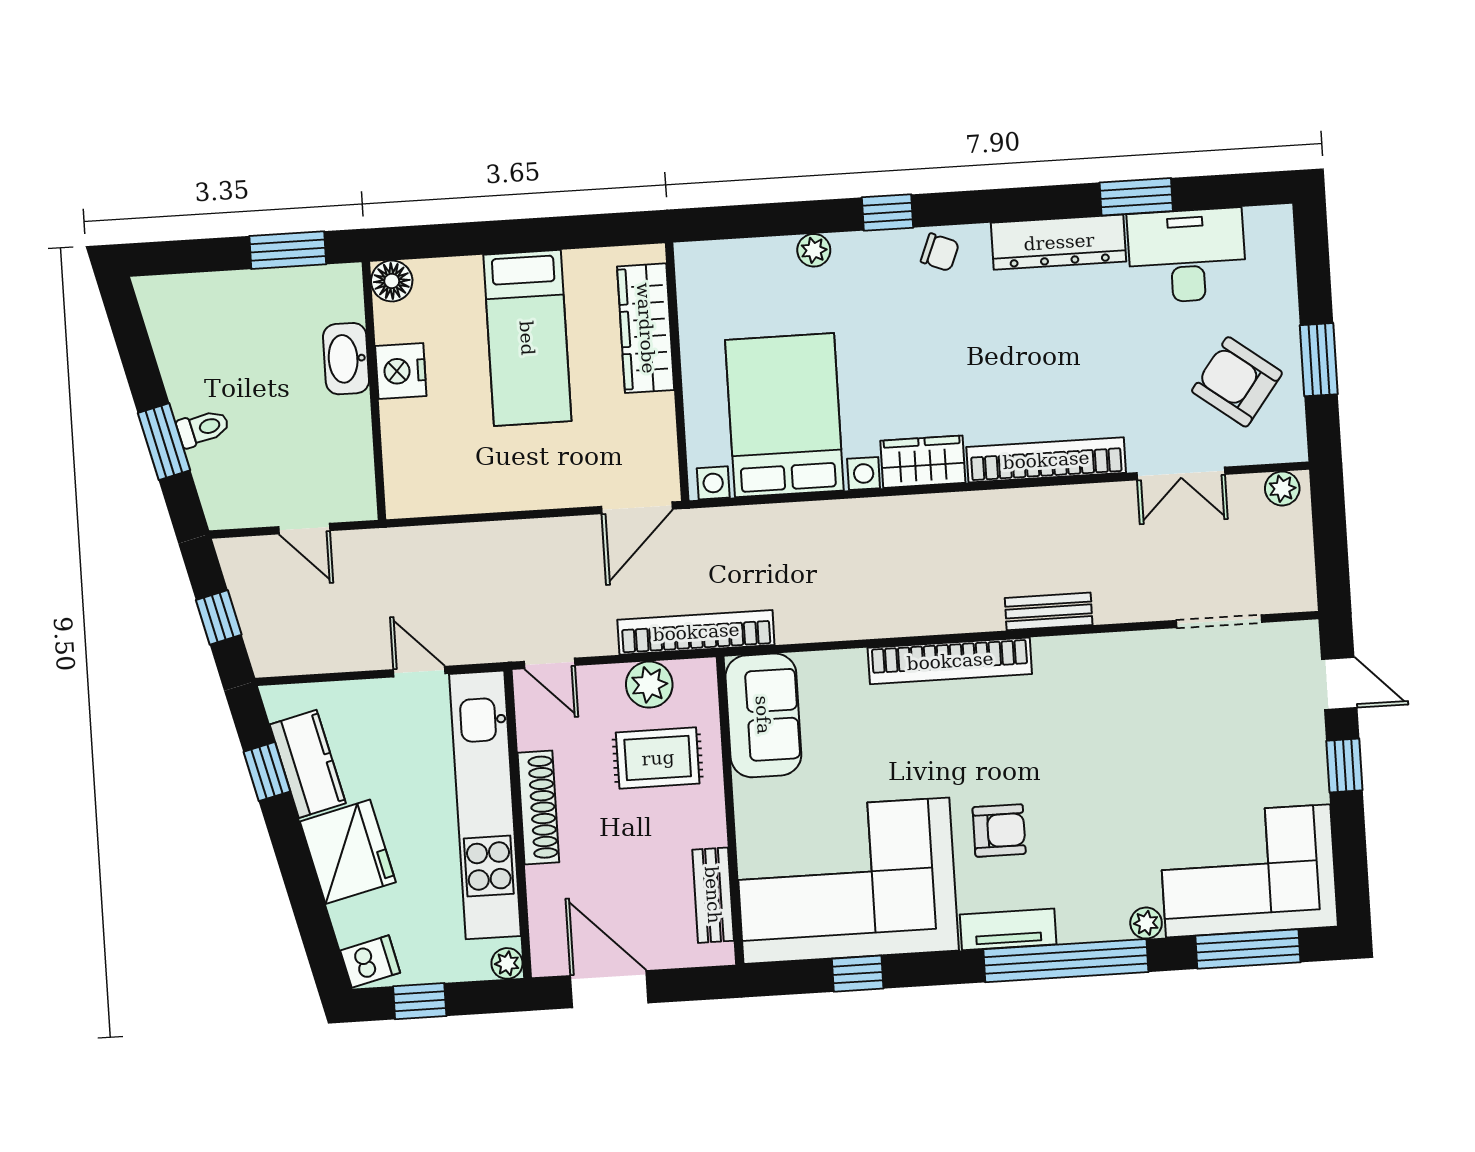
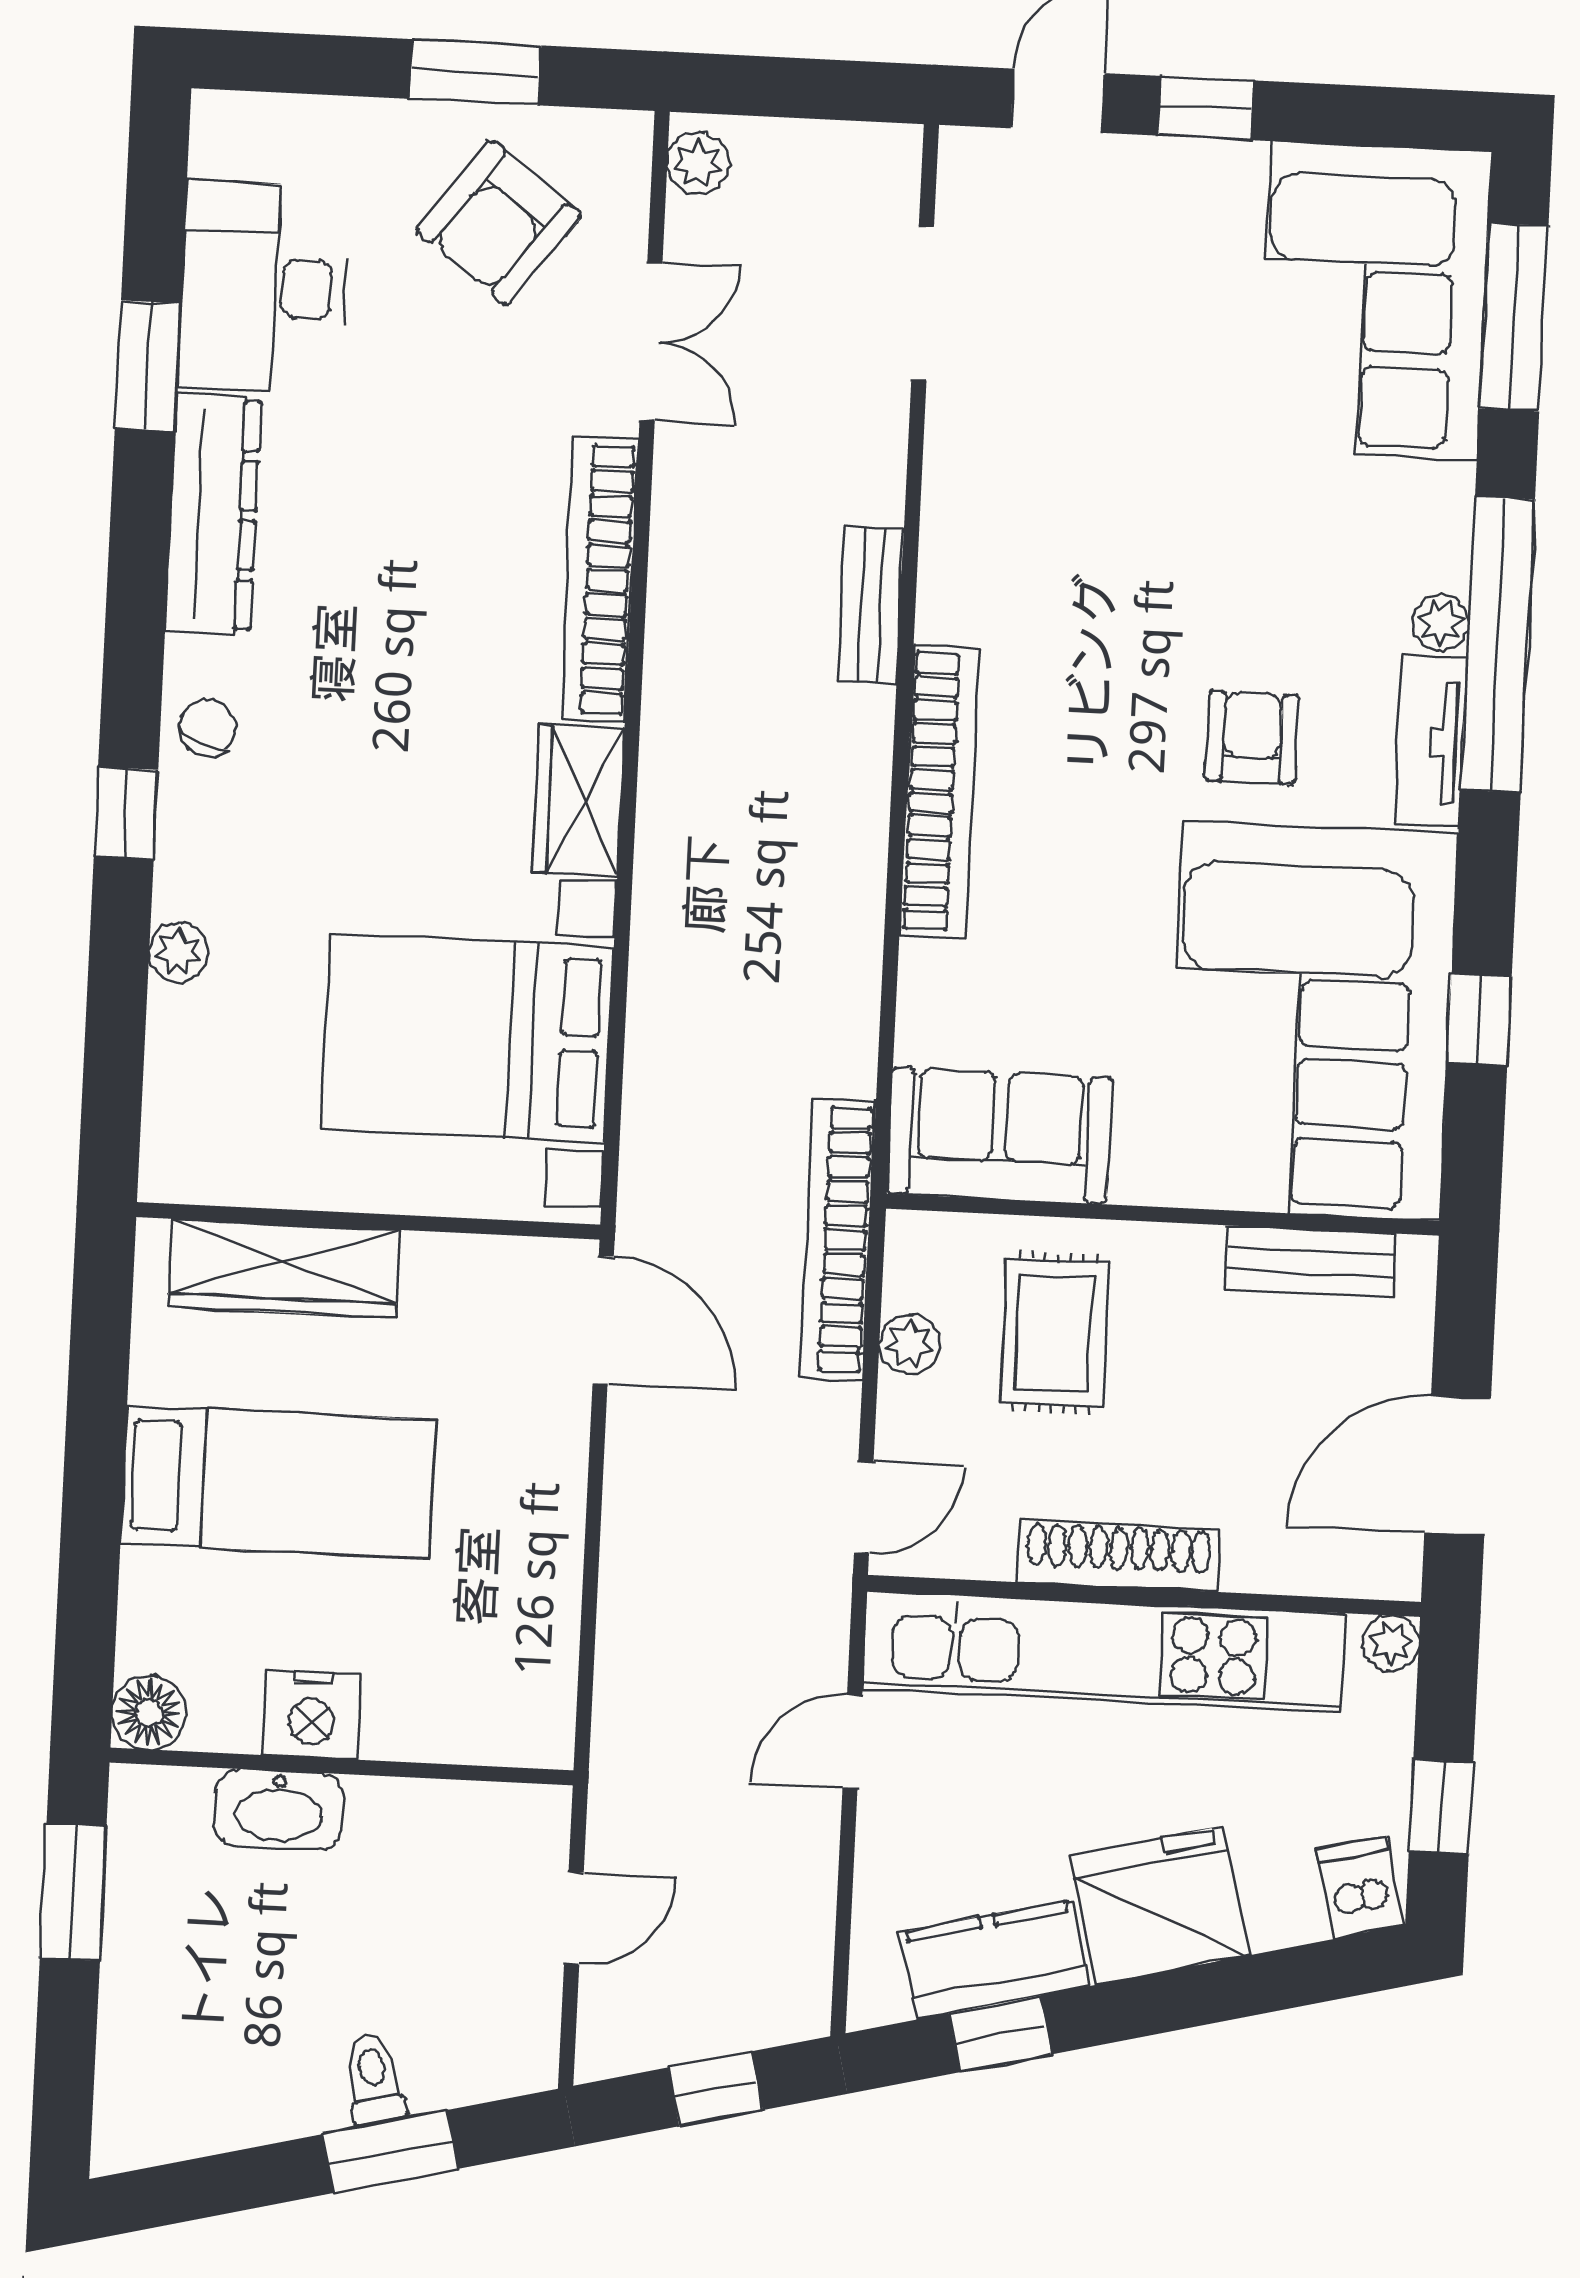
plant: (649, 685) -> (910, 1344), width x0.73, depth x0.73
plant: (1146, 923) -> (1441, 623), moved

